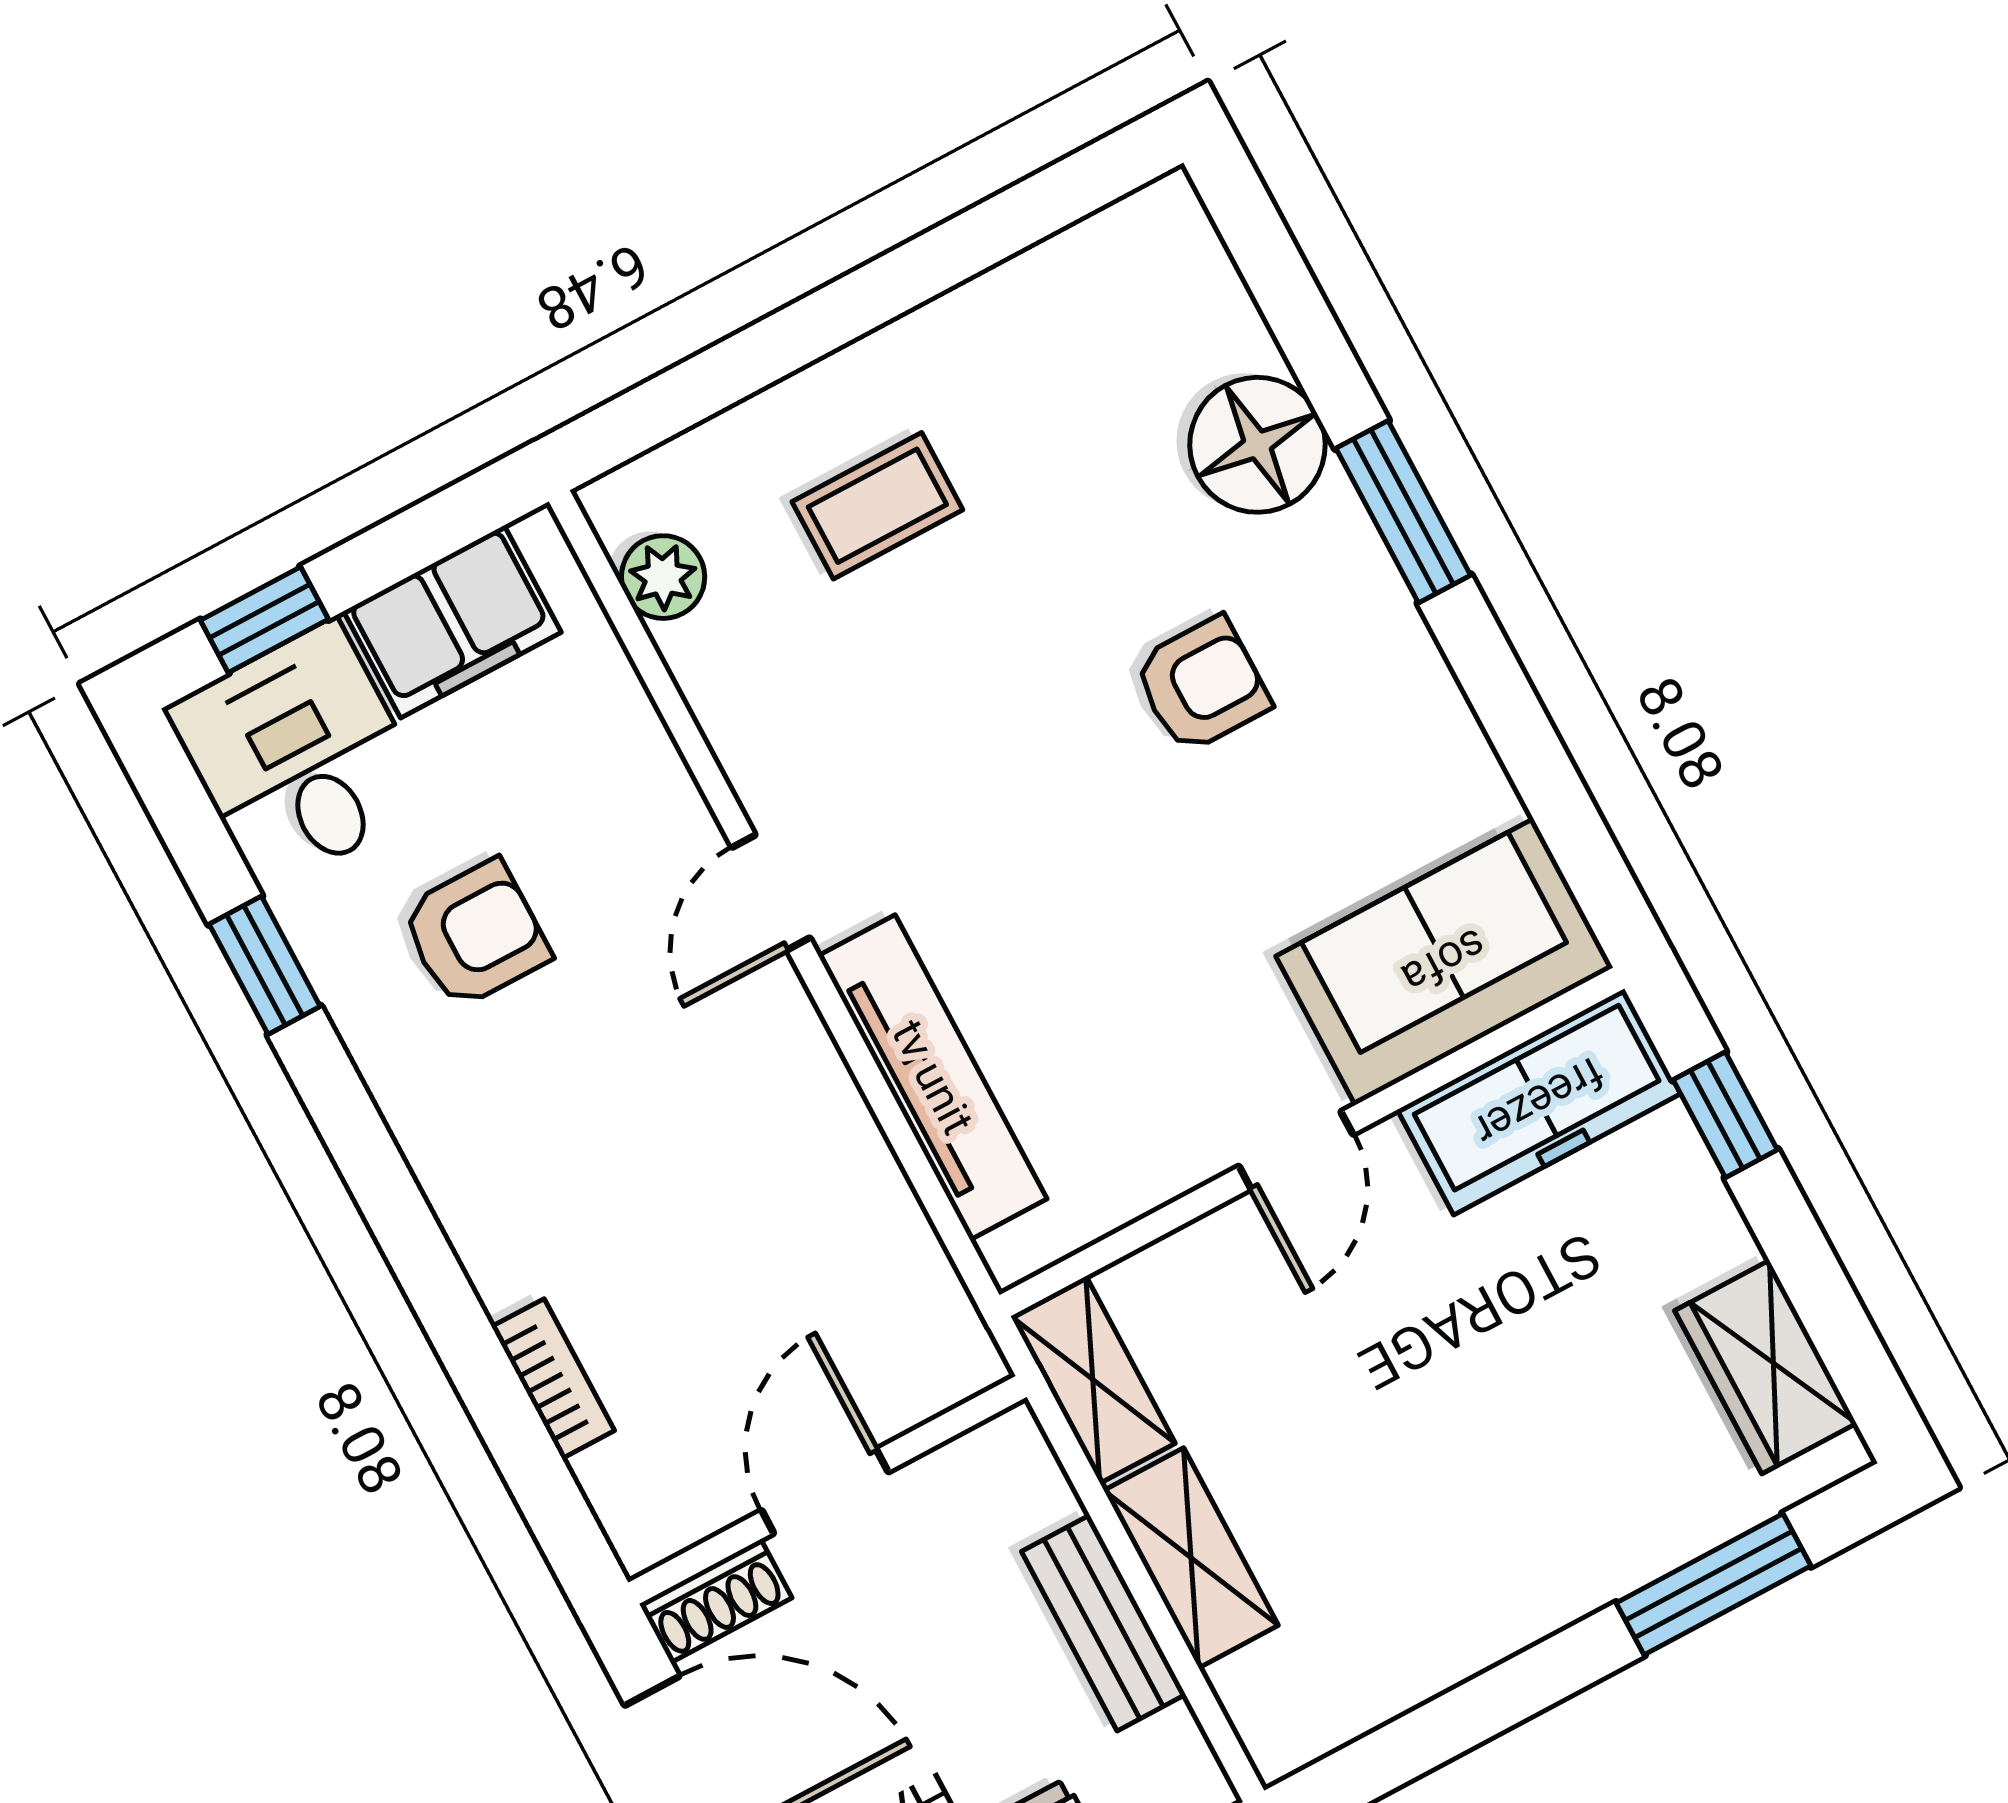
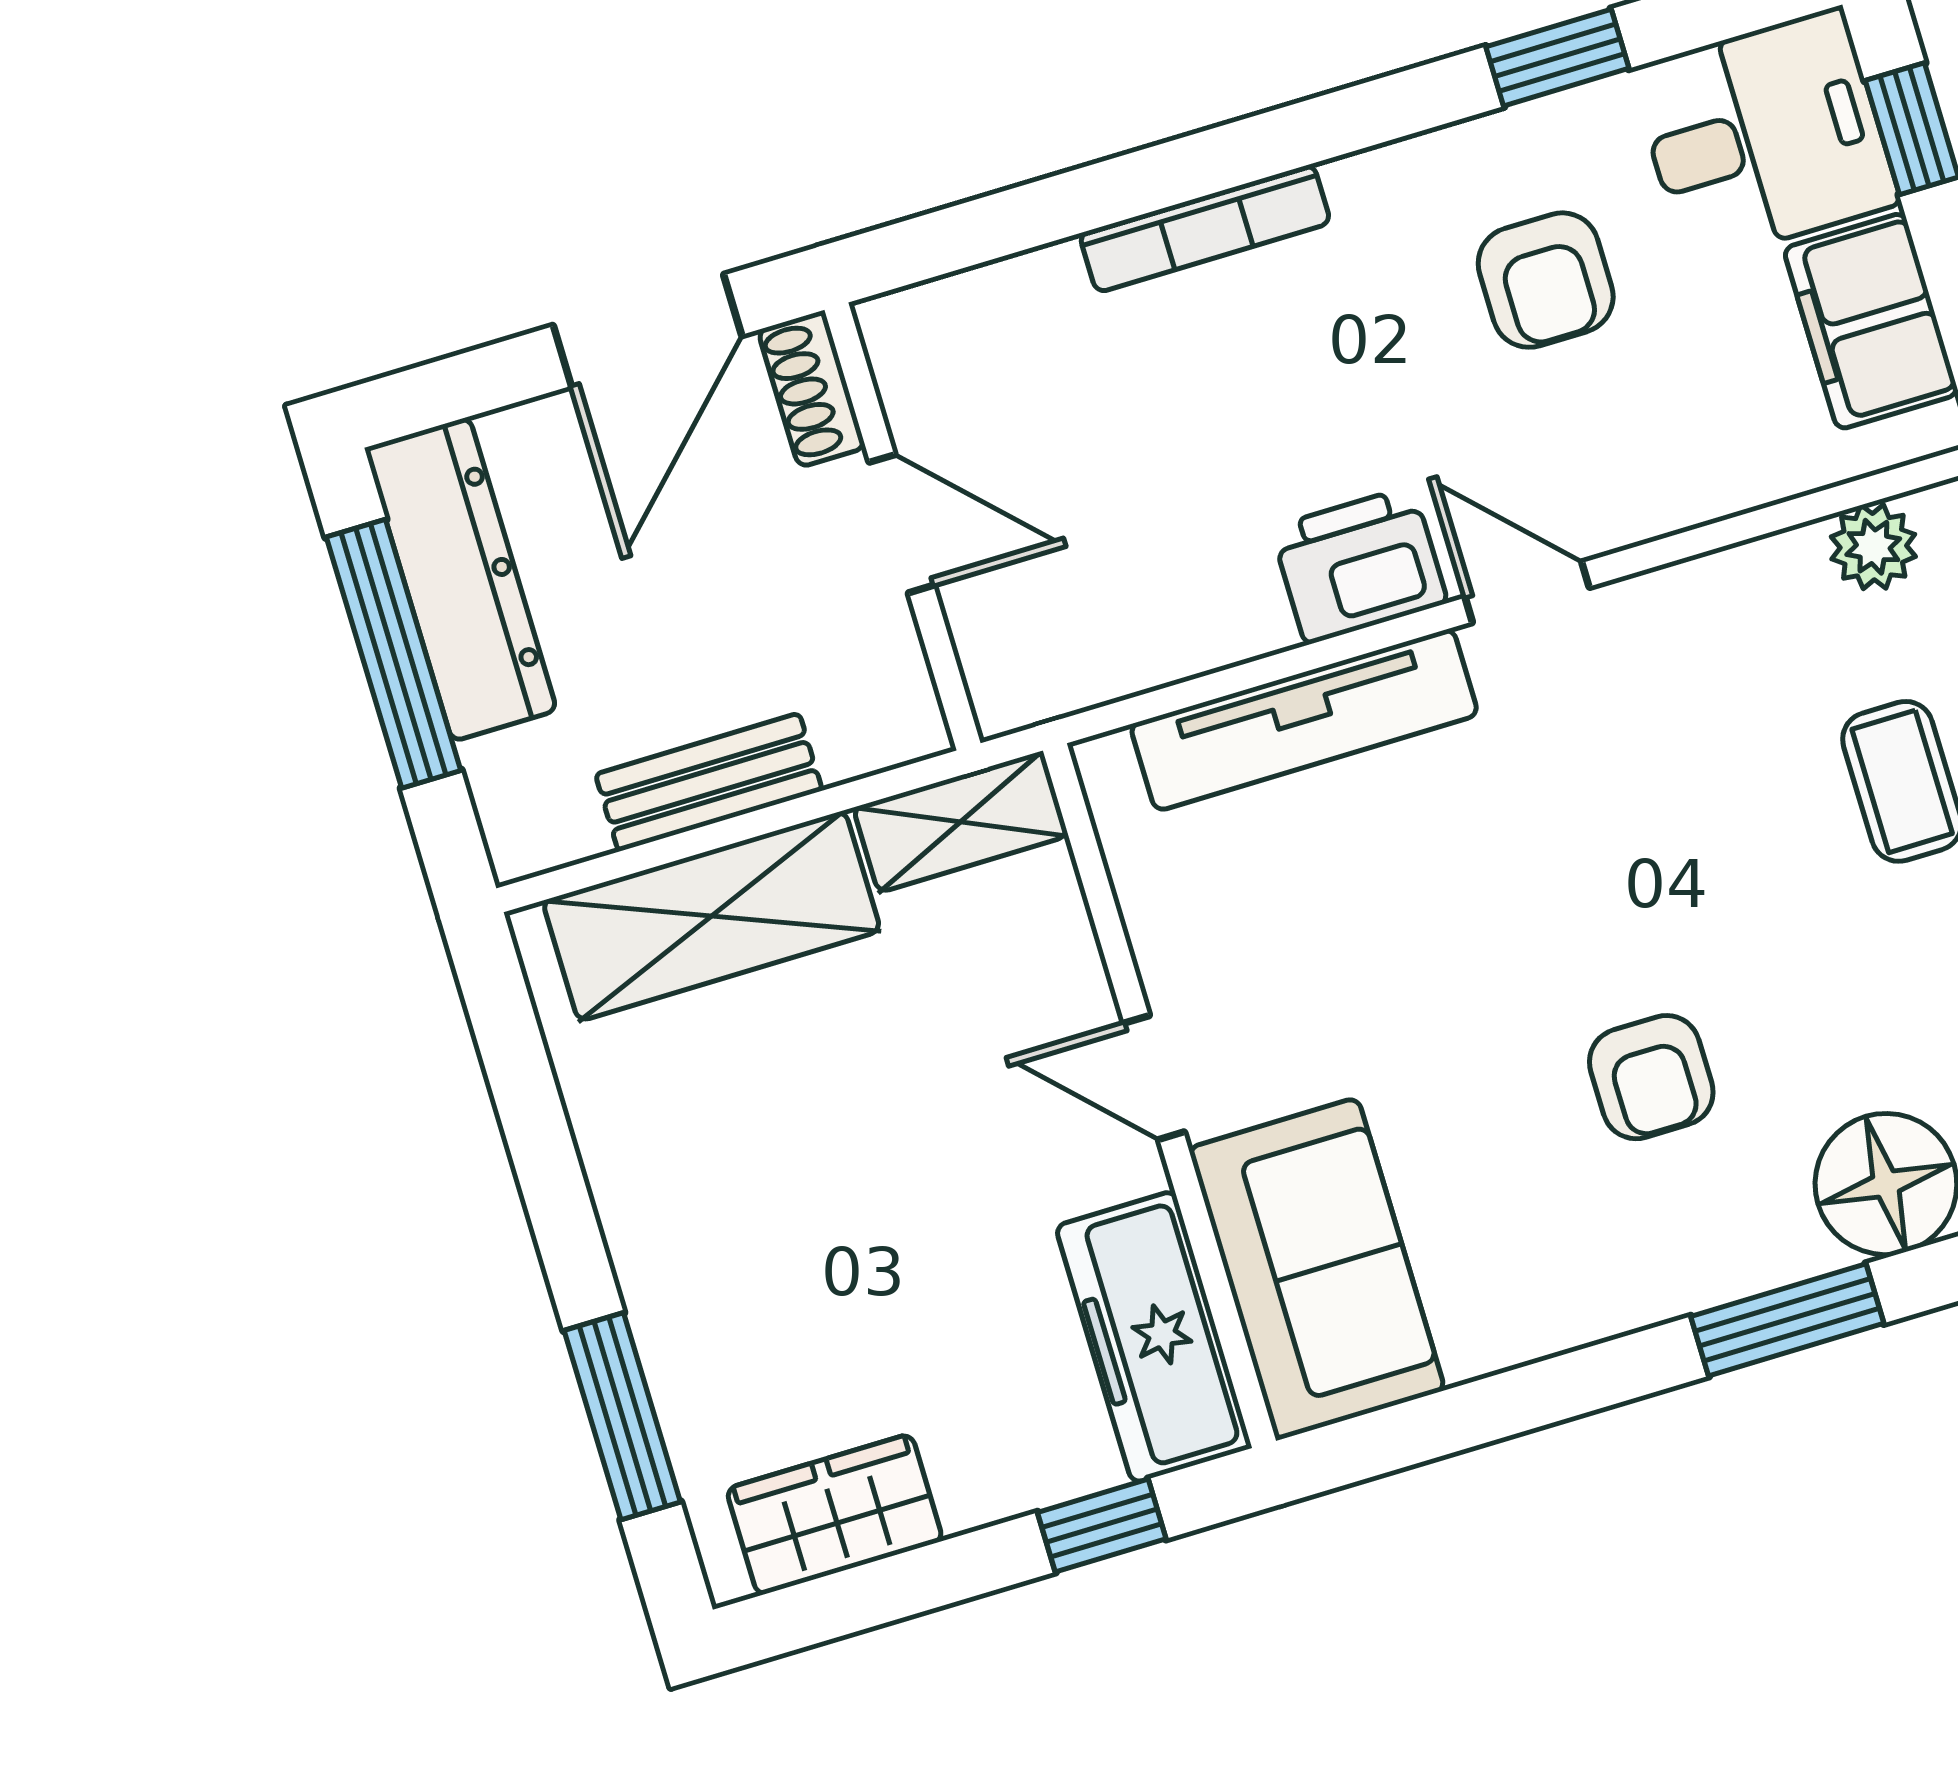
printer: (778, 1055) -> (1359, 565), added
bookcase: (553, 1379) -> (1205, 228), moved, width x1.56
shelving: (1191, 1558) -> (712, 916), width x1.50, depth x1.33

